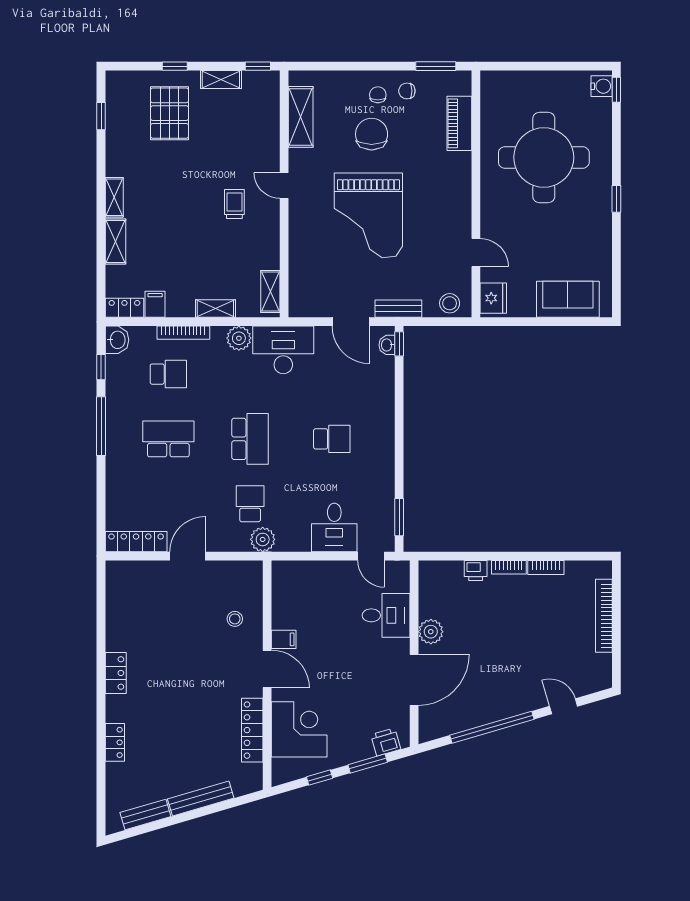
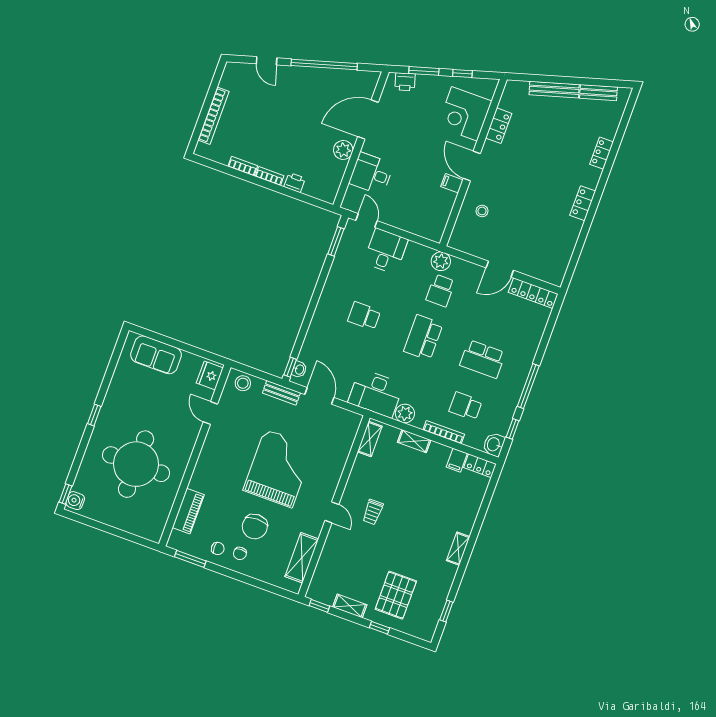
shelving: (115, 241) -> (469, 516), removed
locker: (252, 730) -> (499, 126), width x0.66

